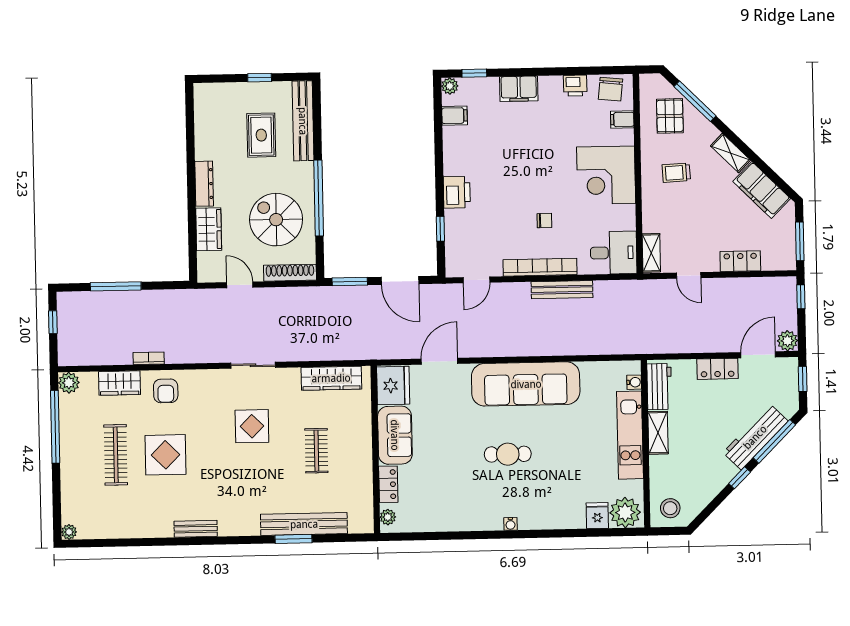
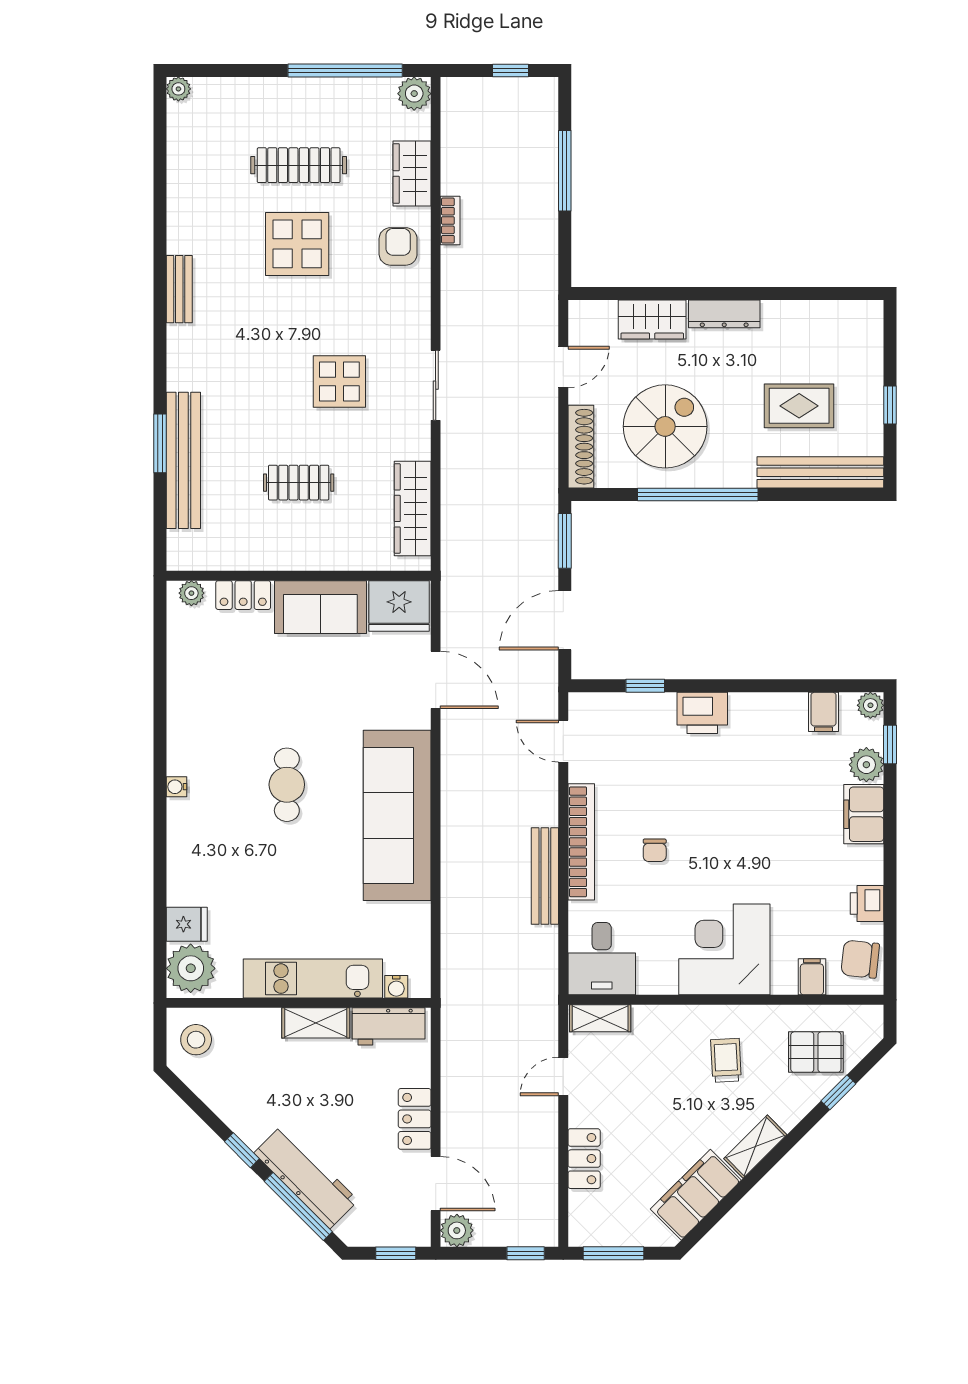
plant: (487, 88) -> (866, 765), added
window: (695, 101) -> (838, 1092), width x0.46
armchair: (166, 391) -> (398, 246), turned 90

